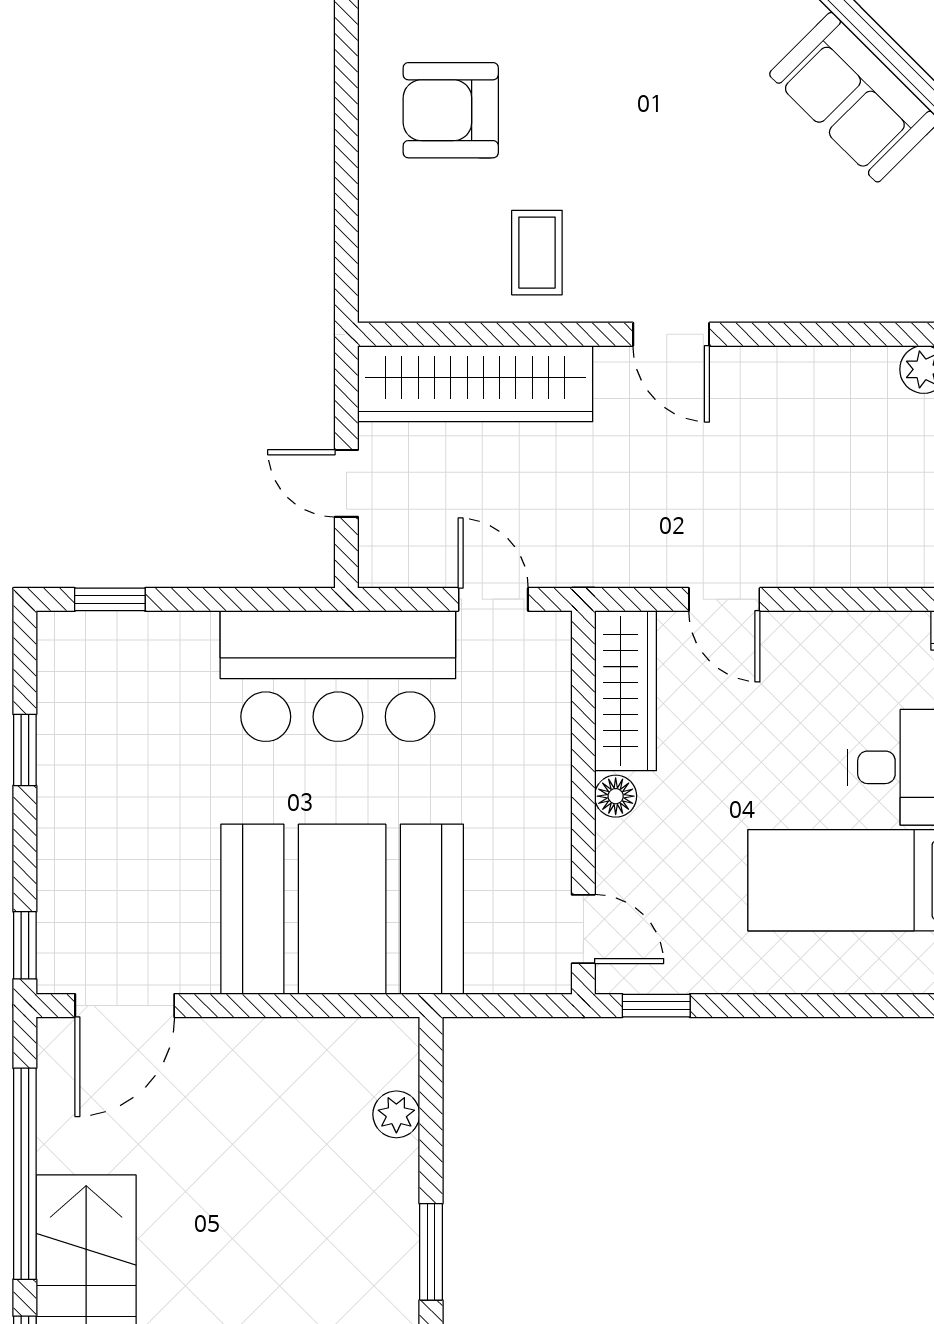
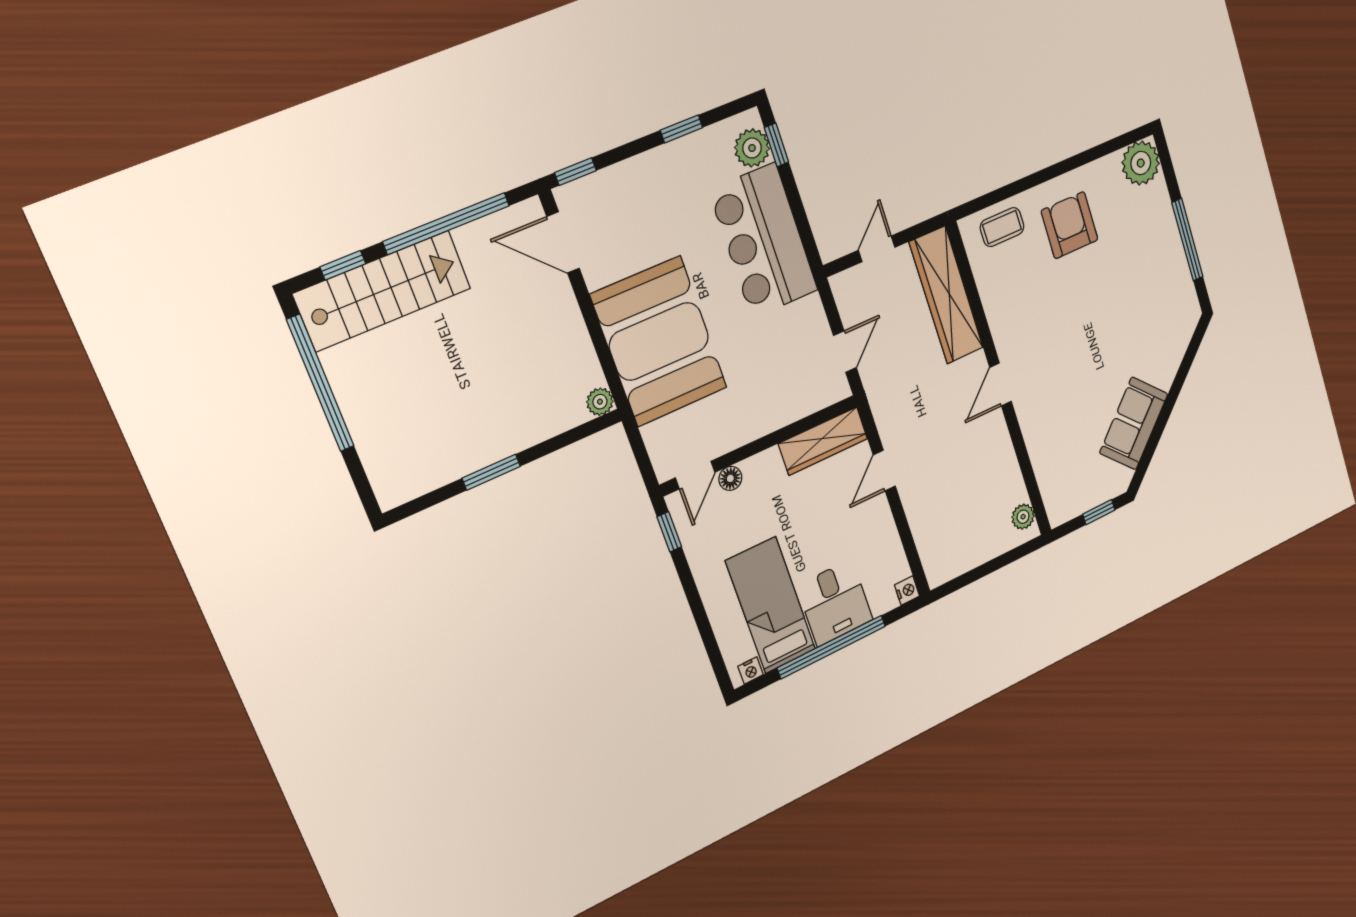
coffee table: (537, 253) -> (1002, 227), moved
plant: (99, 643) -> (752, 148), added
bar counter: (338, 676) -> (764, 241), moved
floor lamp: (616, 796) -> (730, 478), moved
plant: (396, 1114) -> (600, 402), moved

